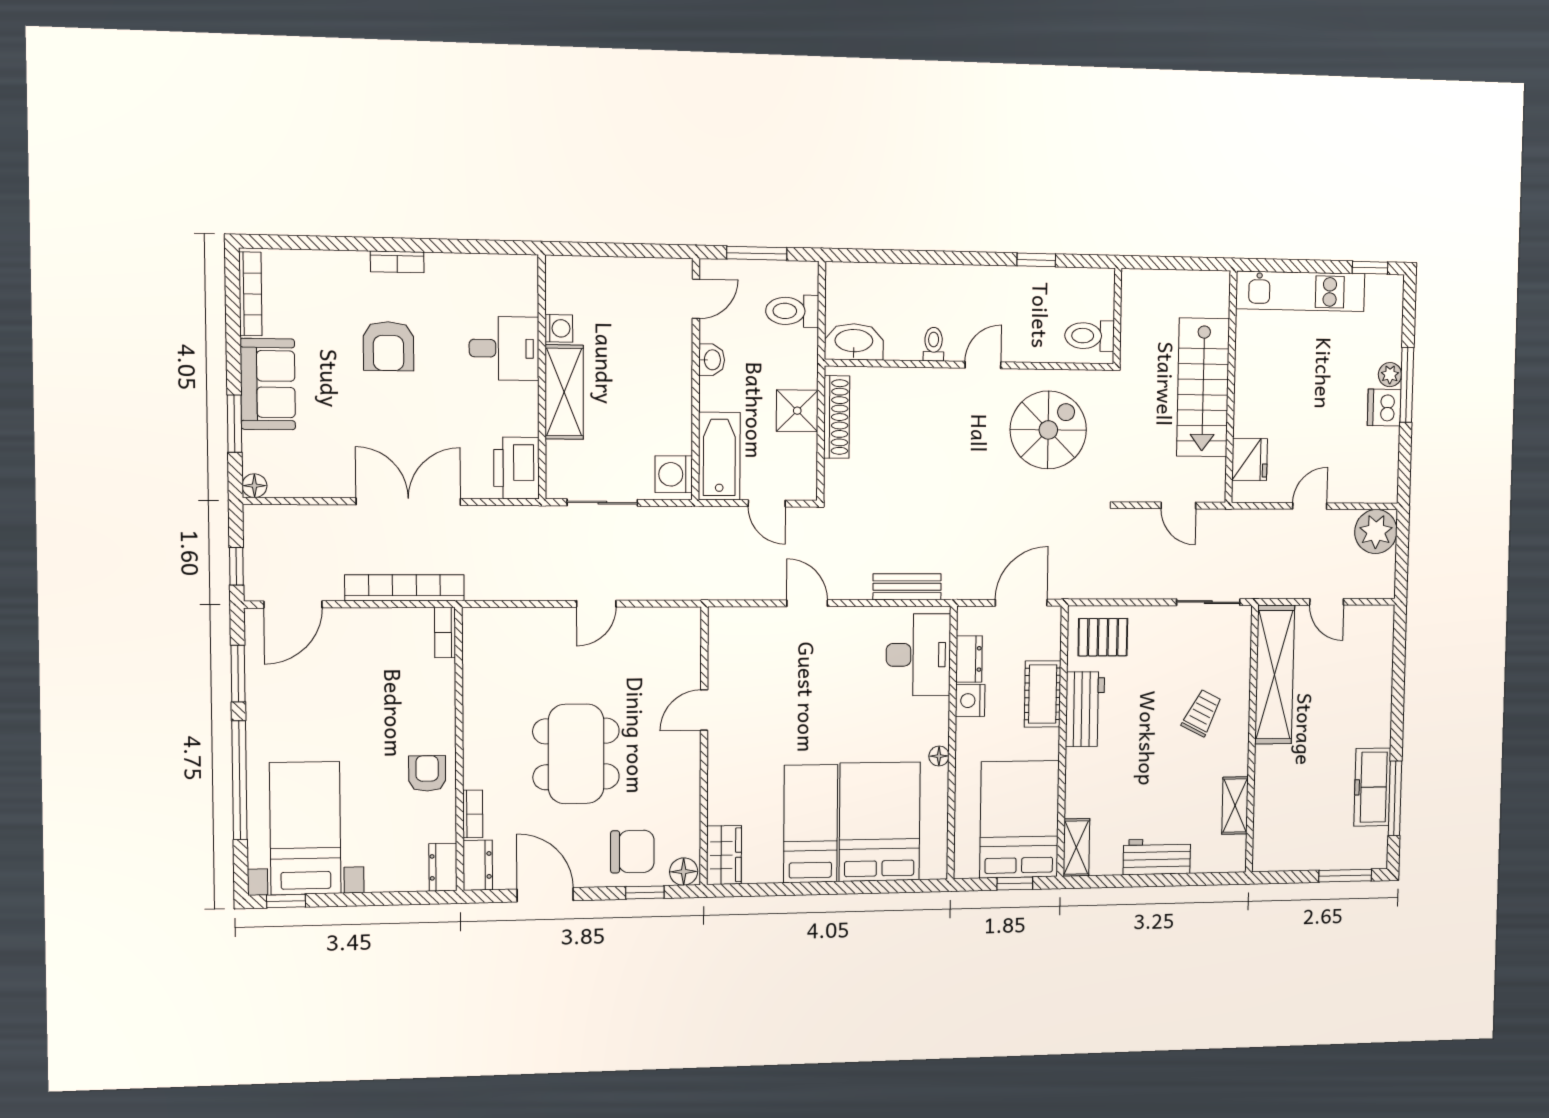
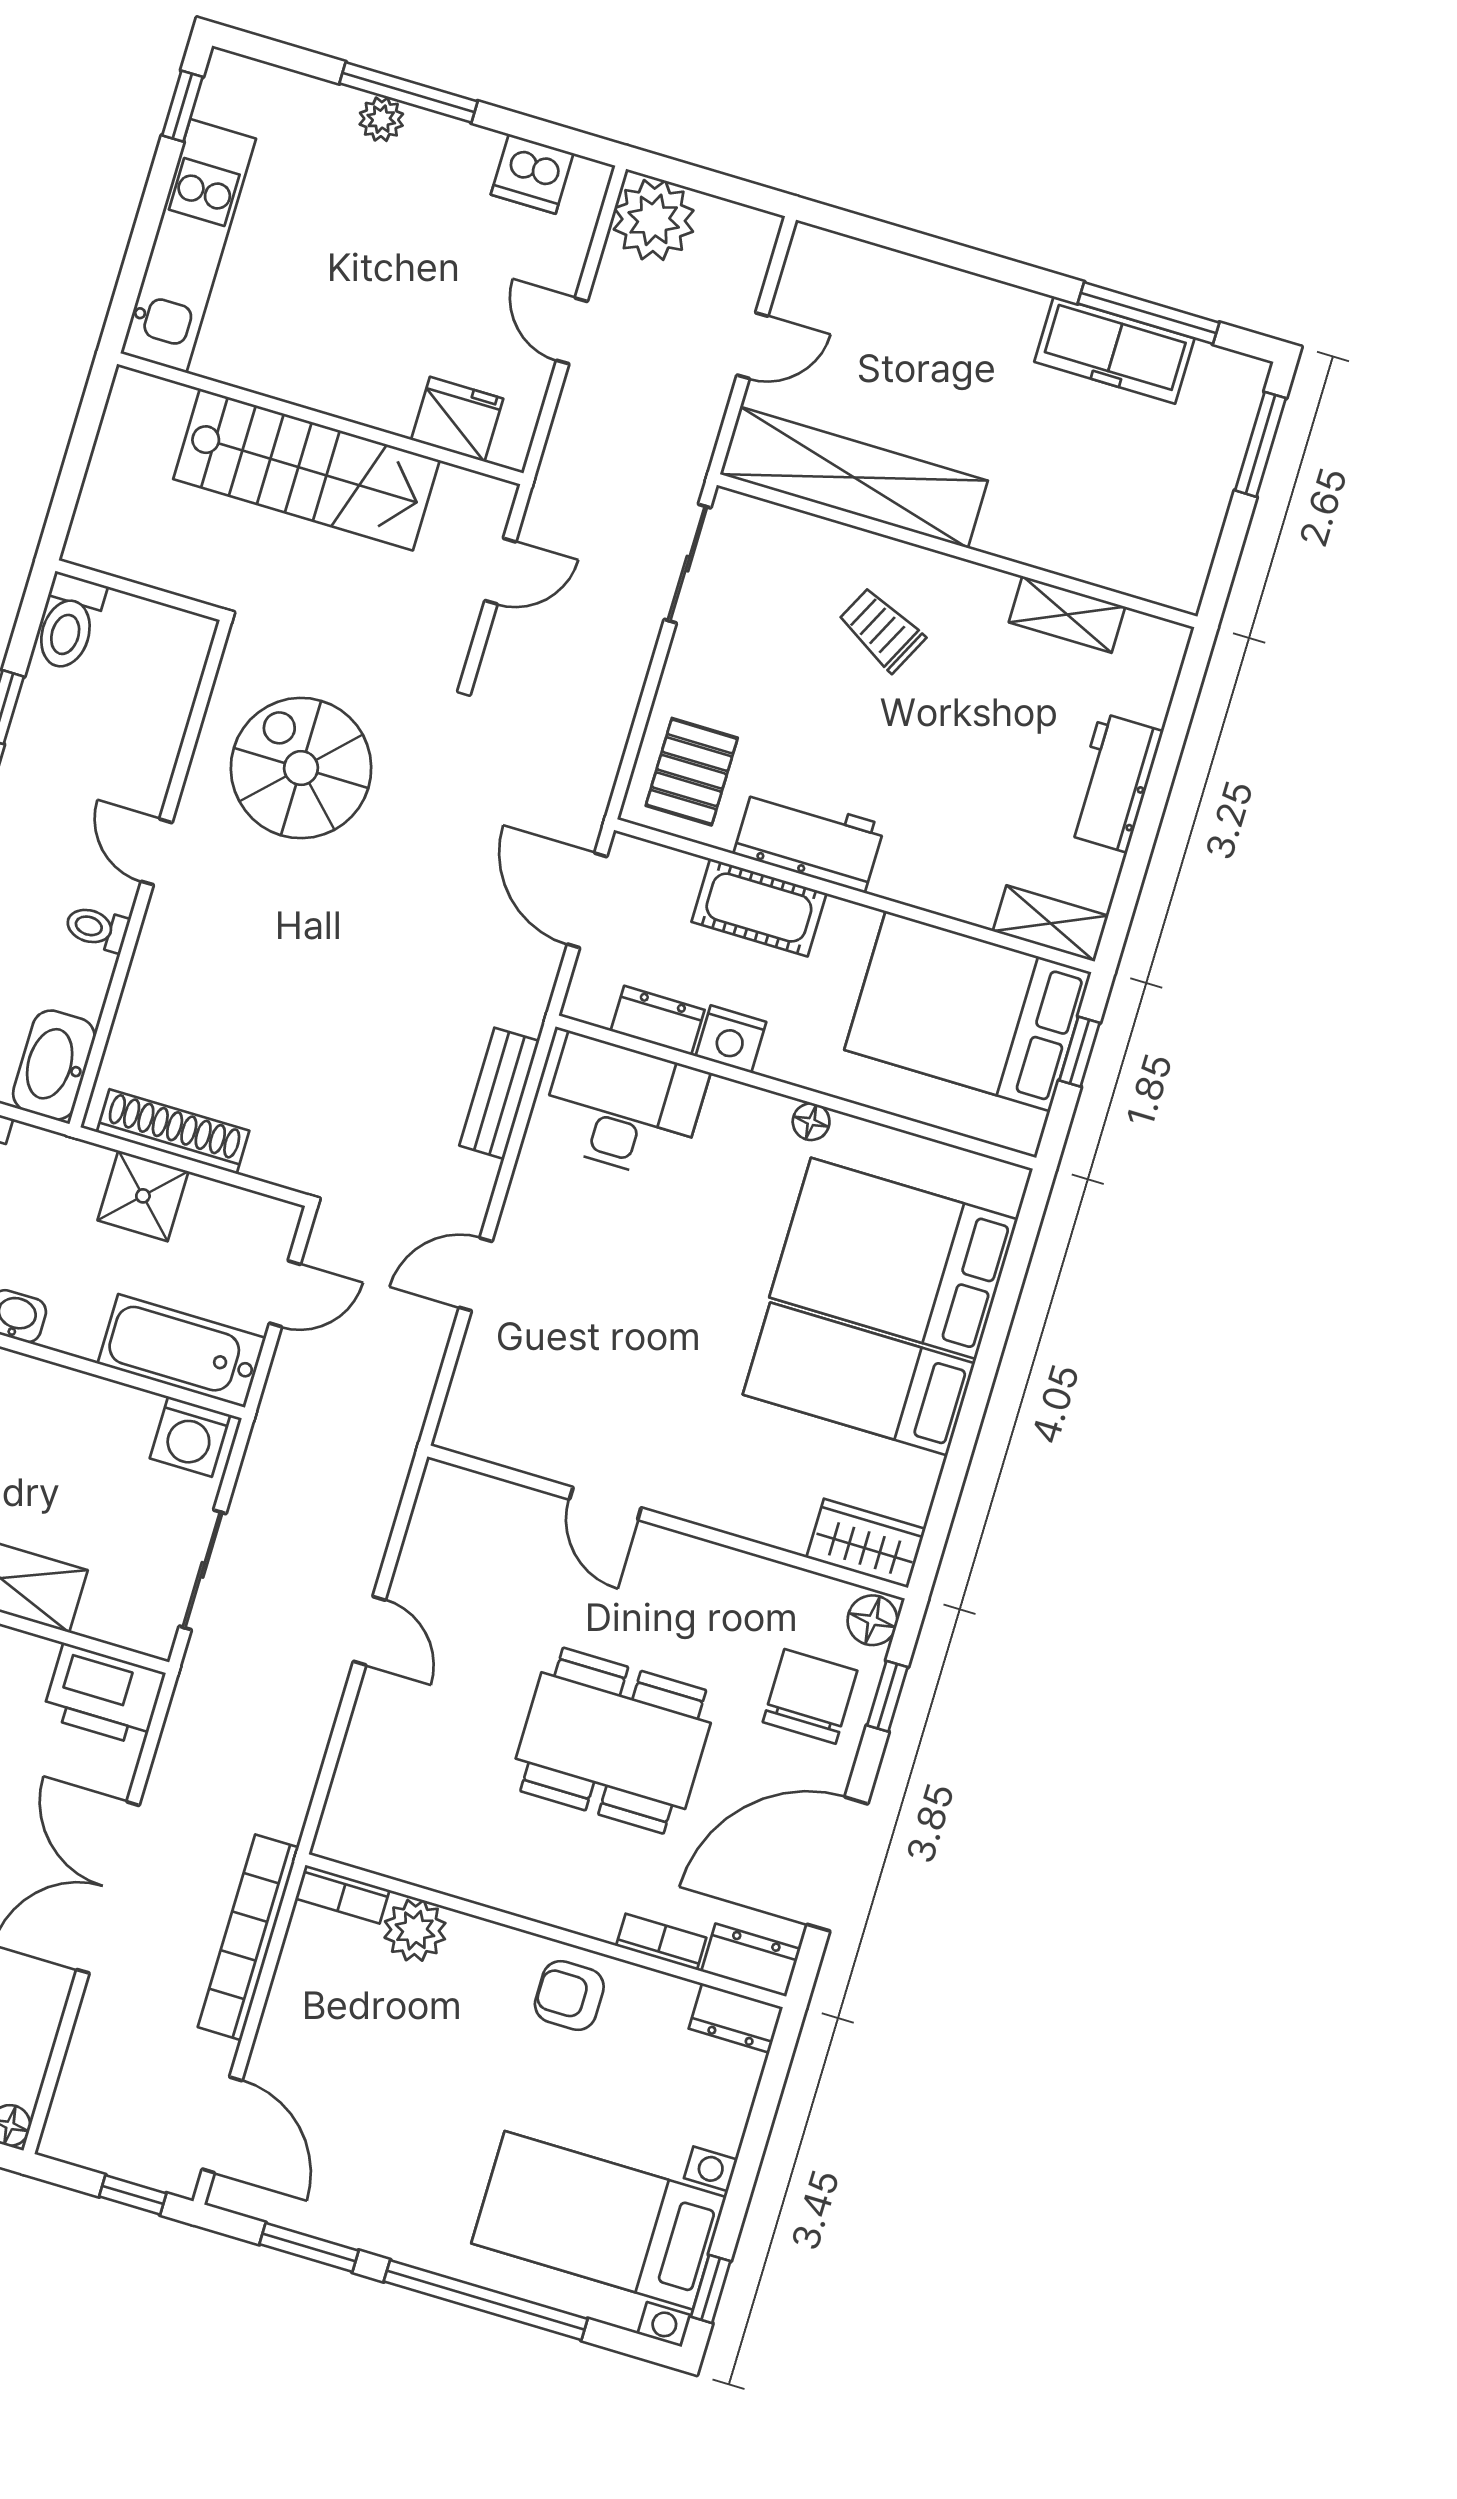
toilet: (1090, 336) -> (69, 622), moved
dishwasher: (1384, 408) -> (532, 174), moved
plant: (437, 678) -> (415, 1930), added
door: (545, 895) -> (837, 1864), width x1.36

